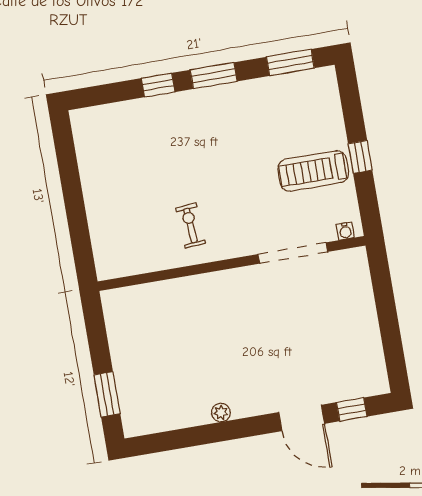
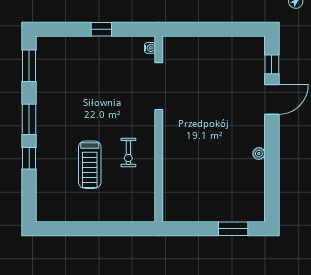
treadmill: (313, 171) -> (90, 165), moved
exercise bike: (190, 226) -> (128, 153), turned -86

